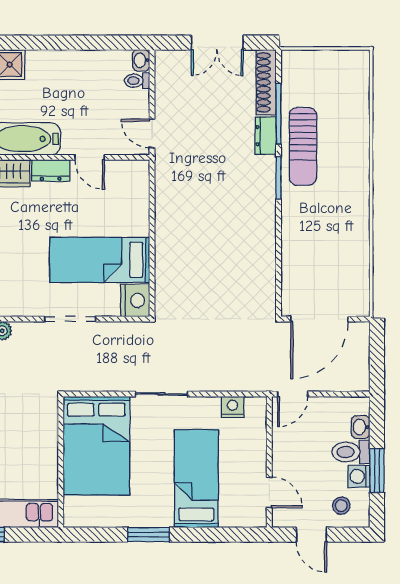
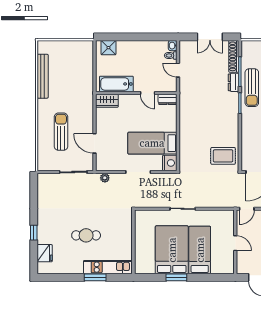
door: (152, 133) -> (178, 70), moved
dresser: (51, 170) -> (168, 99), moved
rug: (244, 286) -> (223, 156), added
nightstand: (233, 407) -> (217, 215), removed
bed: (96, 446) -> (172, 250), moved, turned 180
door: (269, 492) -> (235, 243), moved

